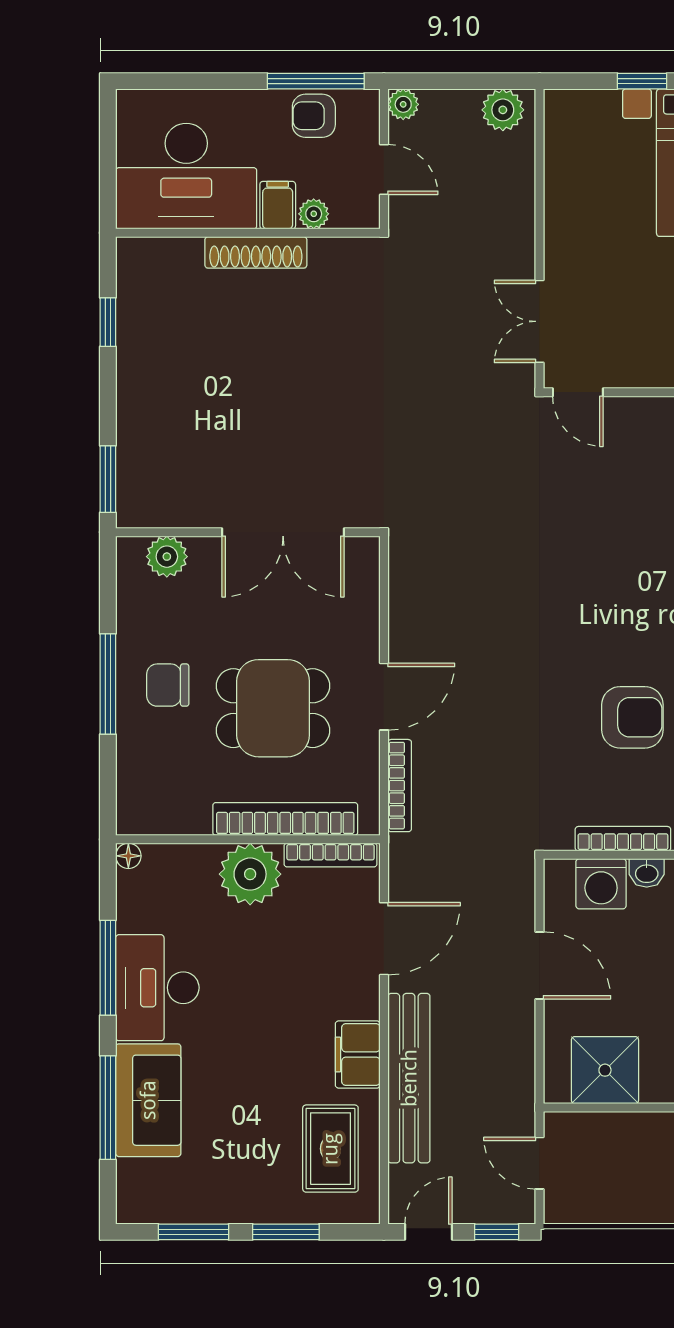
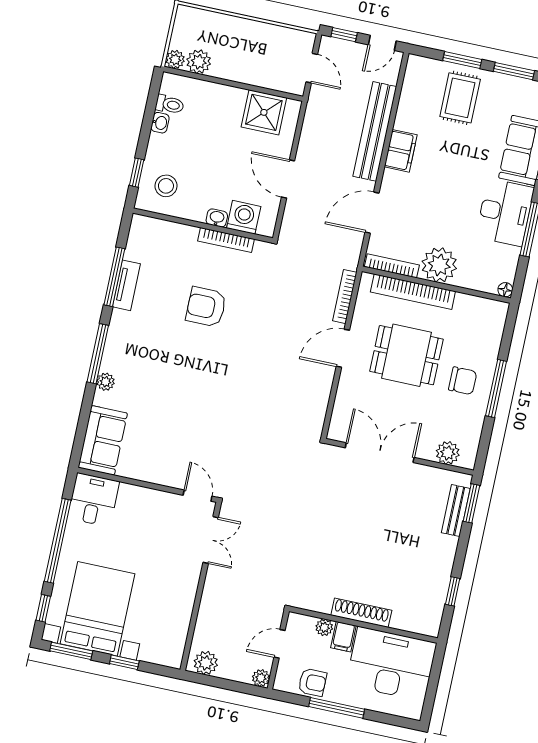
window: (316, 81) -> (337, 708), moved
door: (384, 169) -> (280, 644), hinge flipped
bench: (132, 461) -> (456, 511), added
rug: (330, 1149) -> (460, 98), moved

